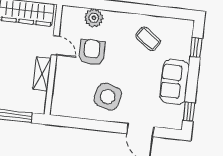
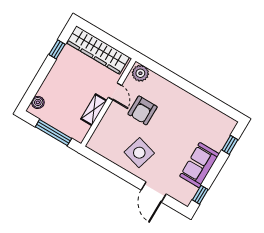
plant: (94, 18) -> (140, 73), moved
coffee table: (148, 39) -> (194, 120), removed
armchair: (92, 52) -> (143, 110), turned 180

